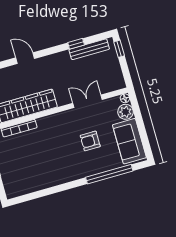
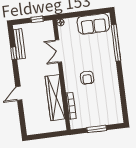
window: (119, 49) -> (37, 19), moved
plant: (126, 112) -> (71, 24), removed
armchair: (90, 141) -> (87, 78), moved

